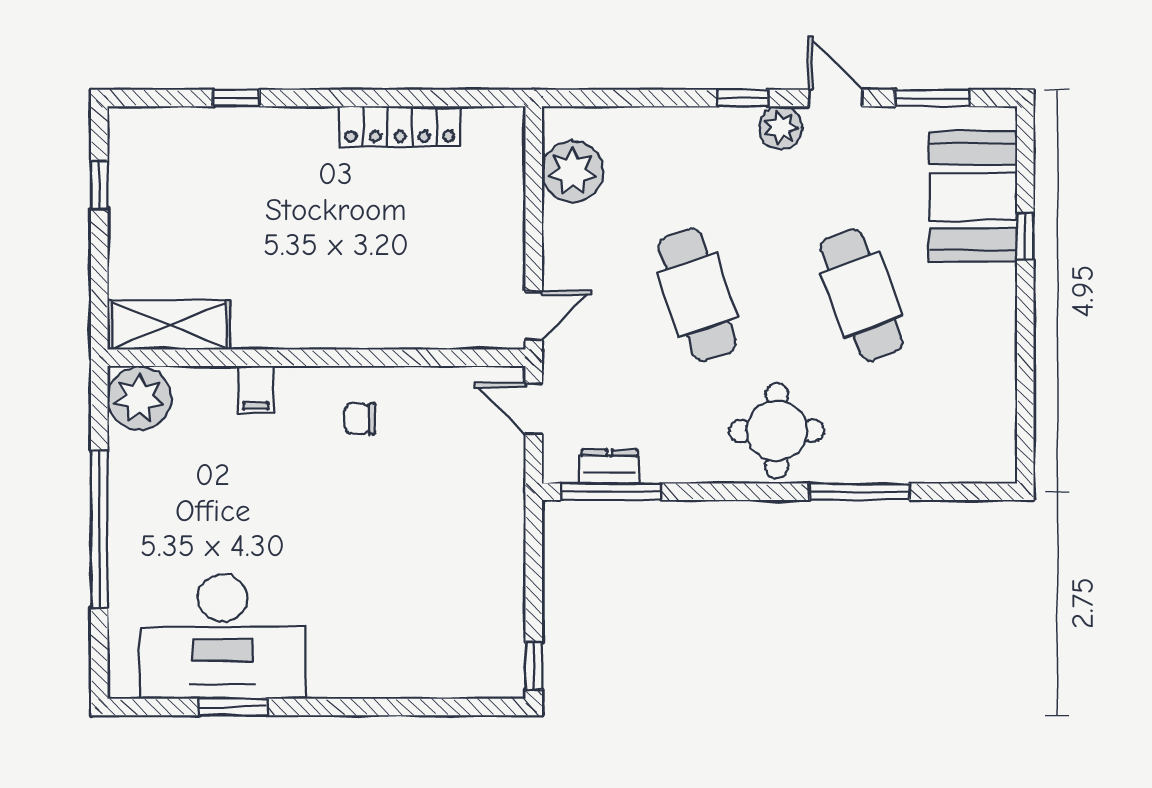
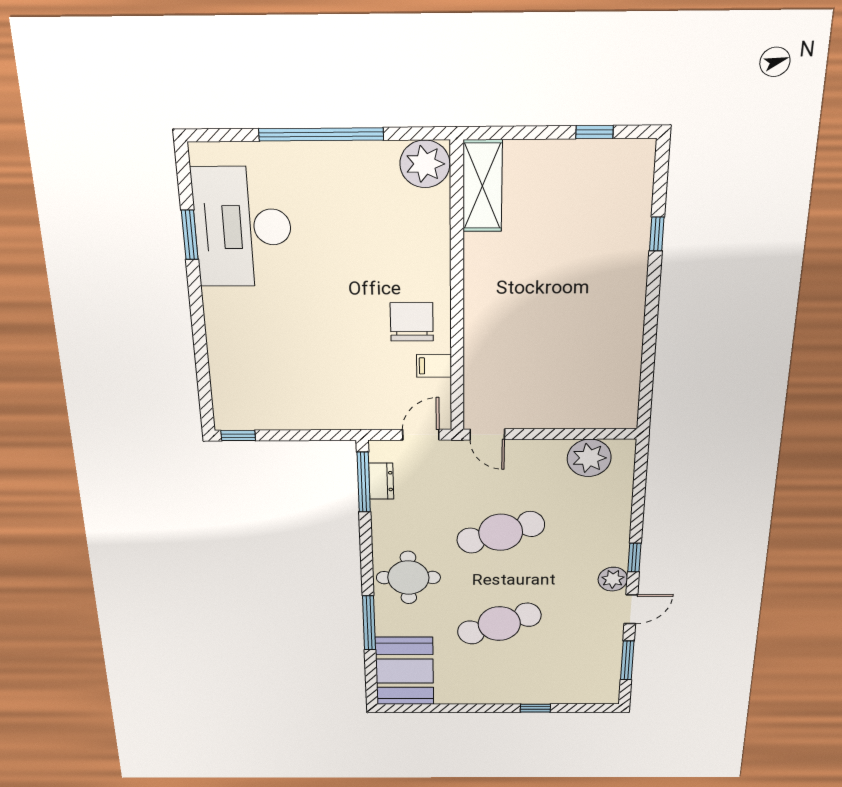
locker: (400, 126) -> (628, 347), removed
booth: (973, 197) -> (405, 671), moved, turned 90
filing cabinet: (256, 389) -> (434, 366), moved
chair: (360, 419) -> (412, 322), width x1.87, depth x1.87

